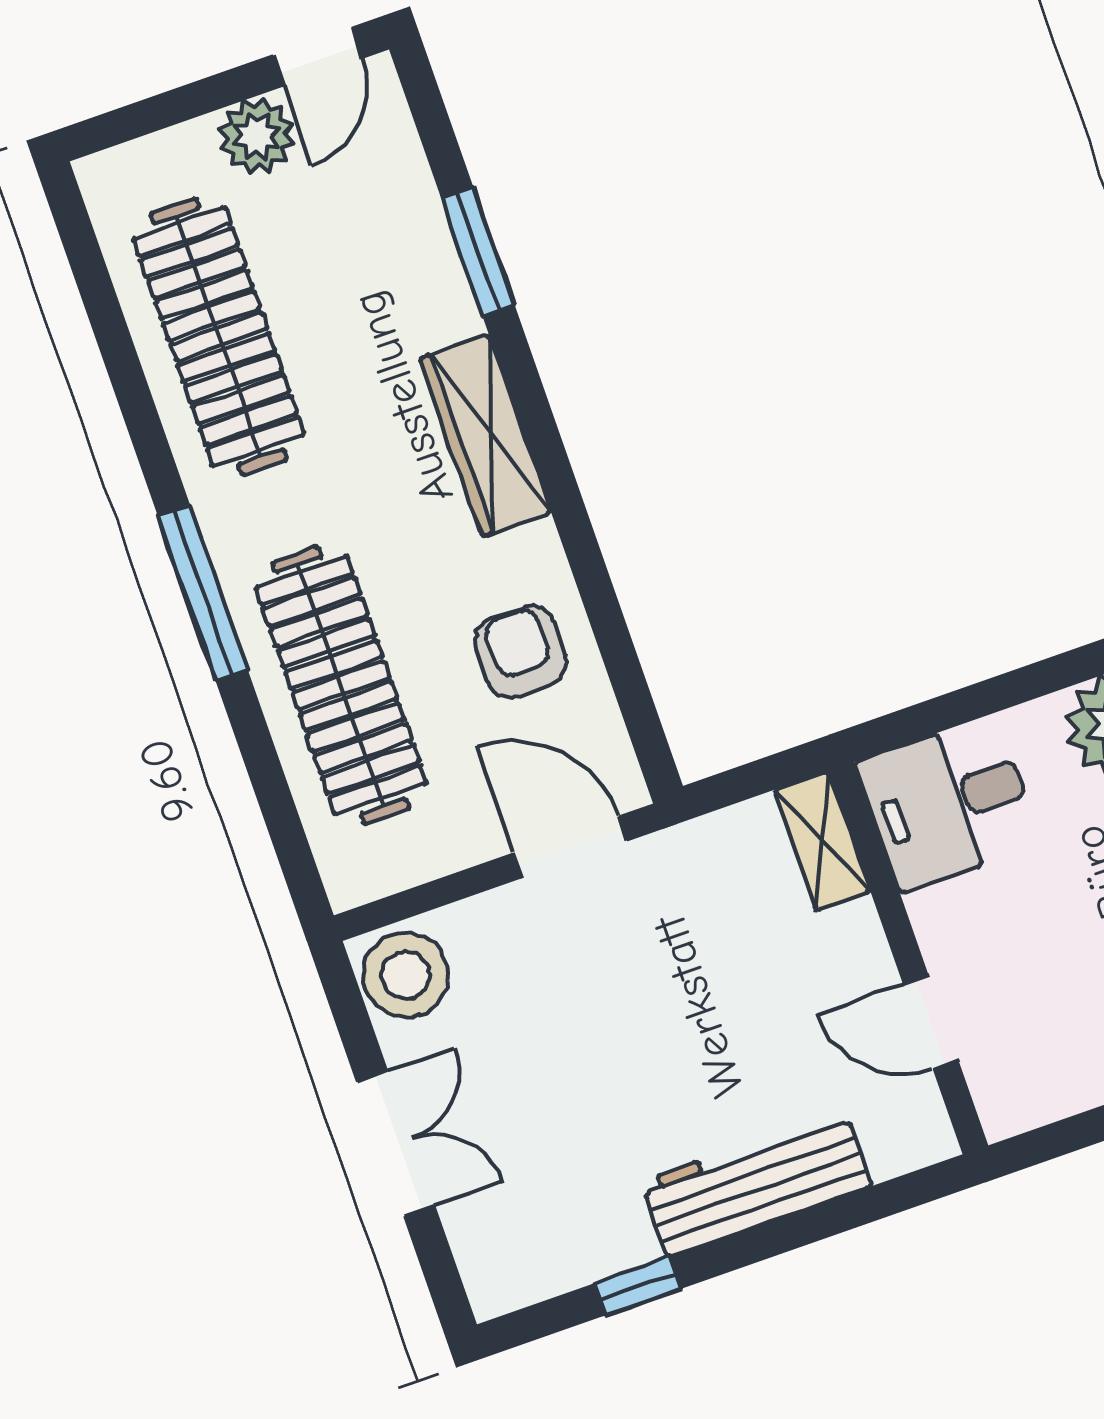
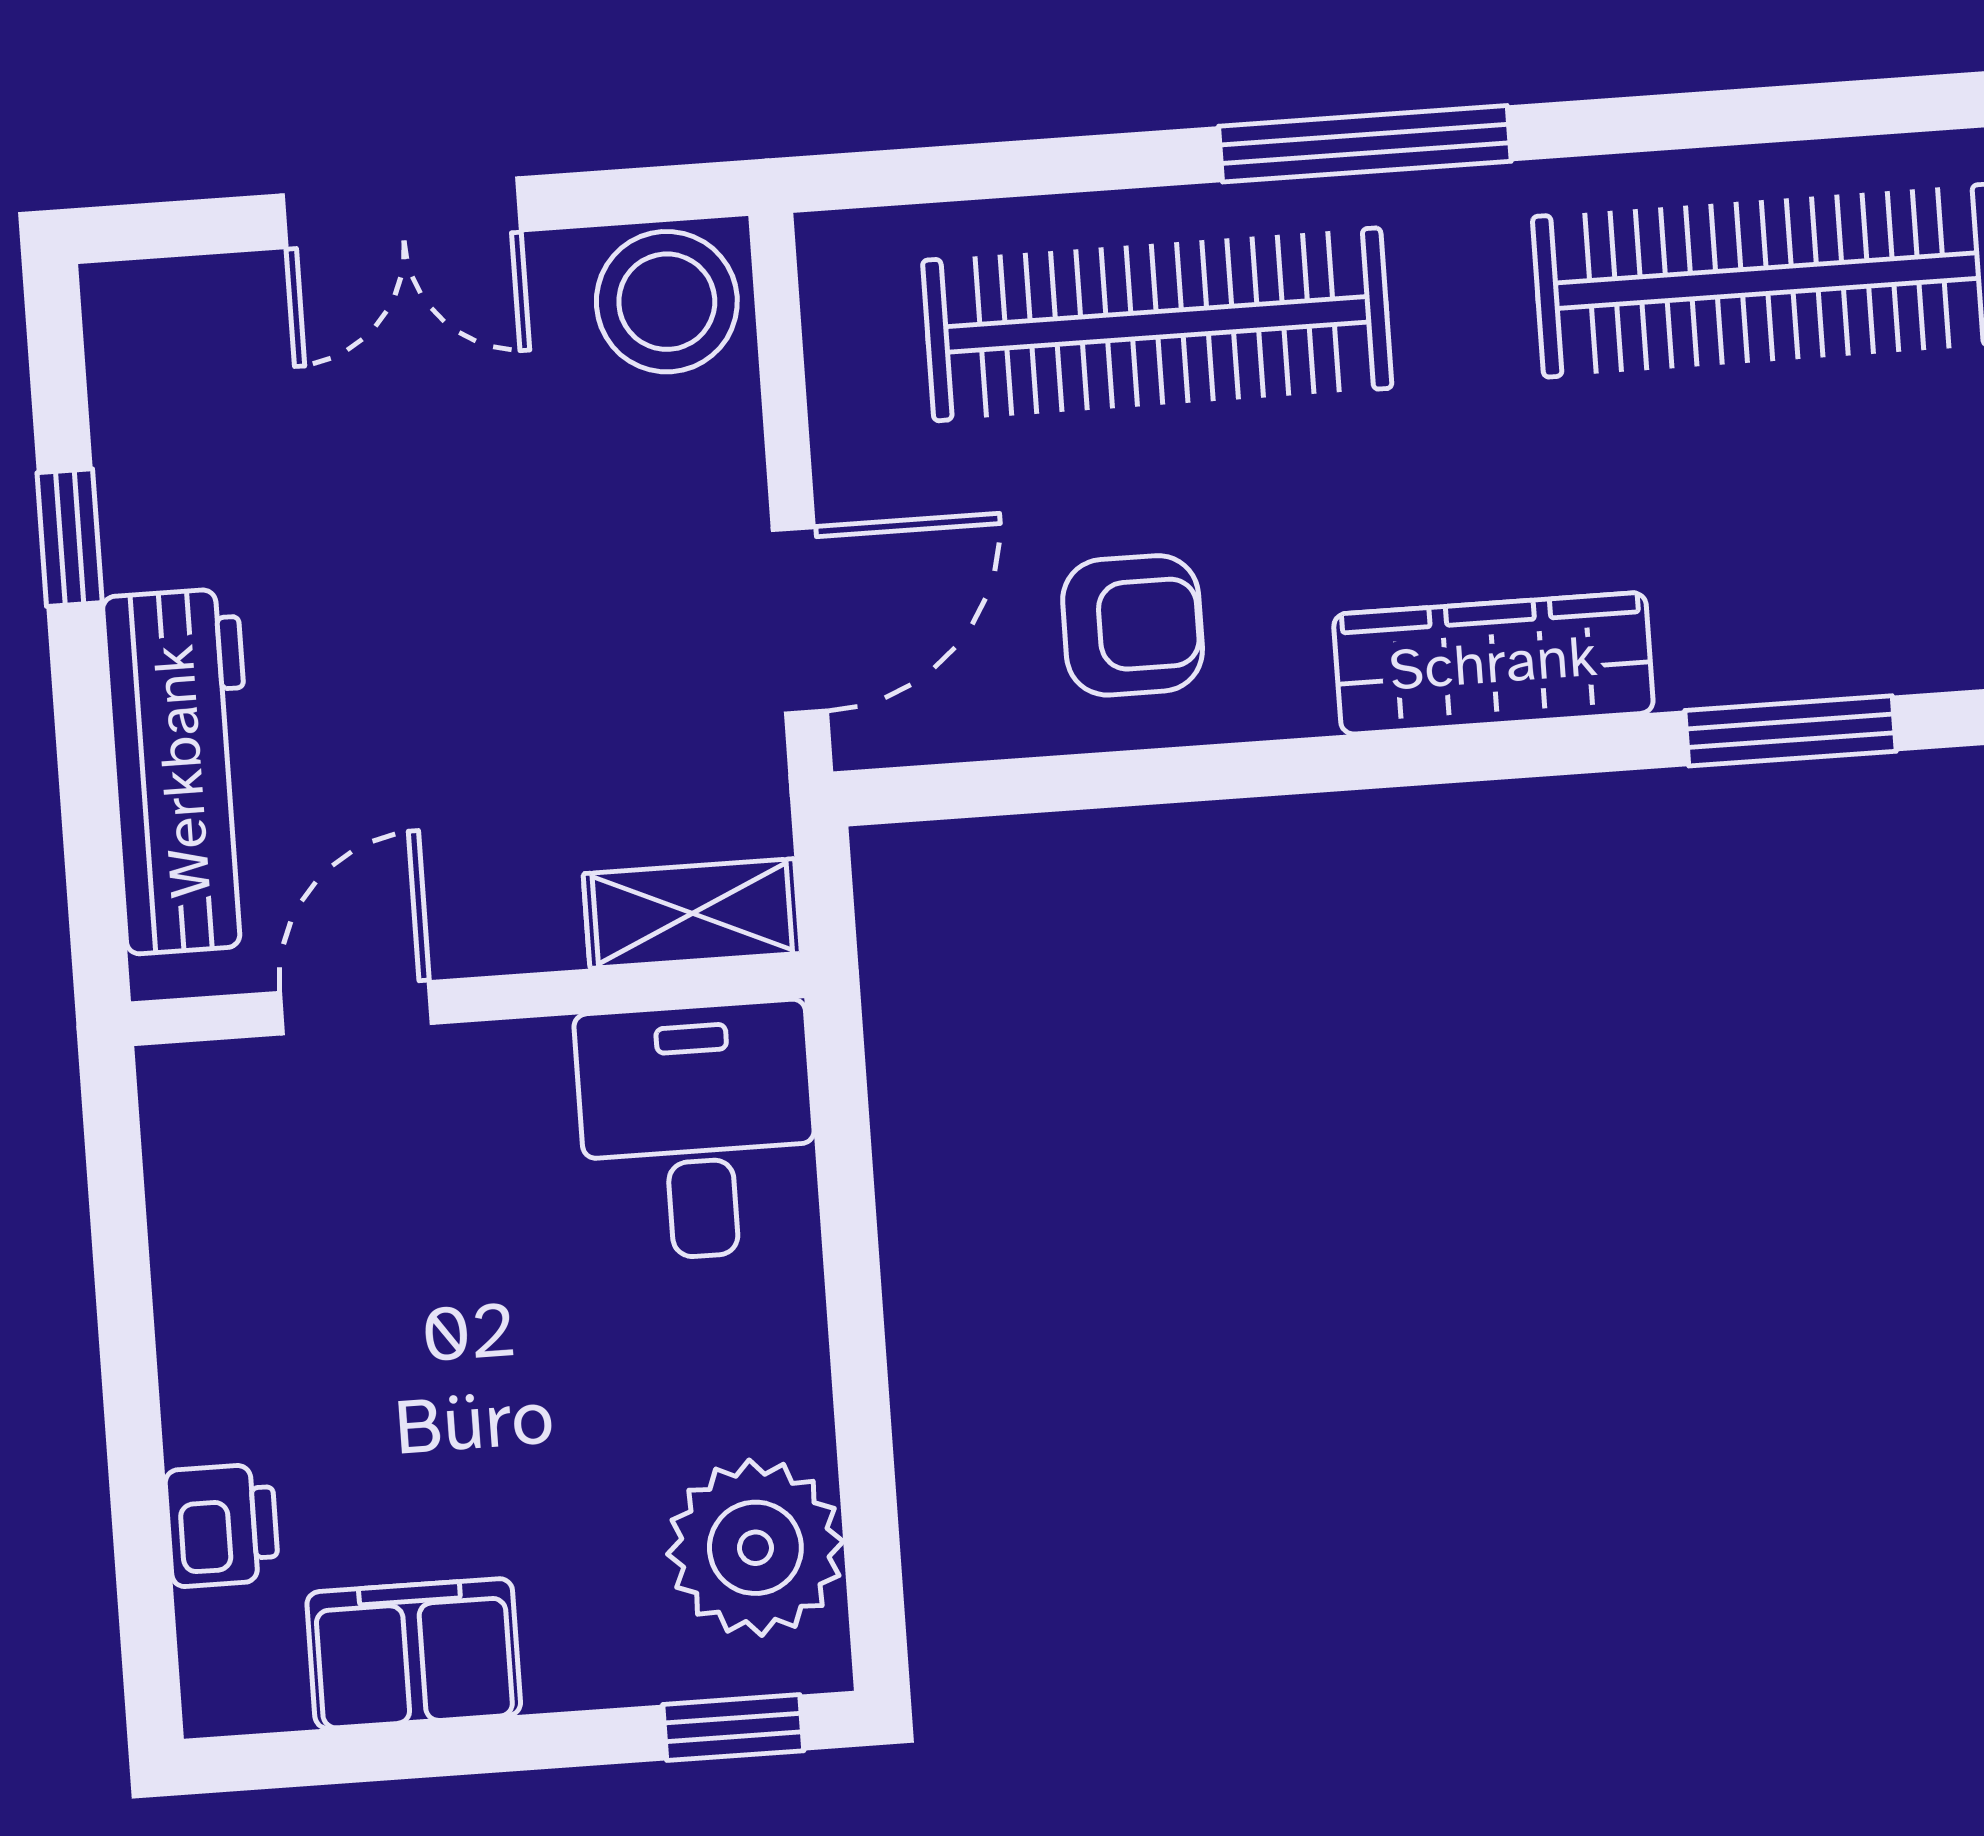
desk: (948, 803) -> (698, 1131), moved
shelving: (822, 841) -> (692, 913), moved
wall: (908, 958) -> (468, 1000), moved
door: (931, 1022) -> (356, 1008), moved

